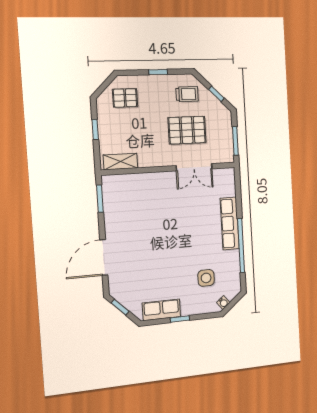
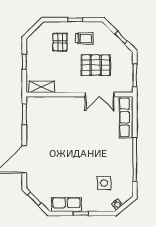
trolley: (187, 94) -> (85, 38), moved
pallet: (125, 98) -> (60, 42), moved, turned 90
row of seats: (230, 223) -> (126, 117), moved

